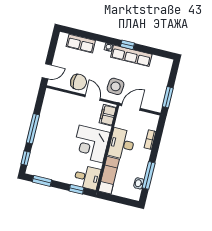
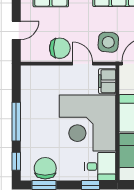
door: (47, 71) -> (16, 30), moved
corner desk: (91, 144) -> (88, 123), width x1.36, depth x1.36
chair: (46, 169) -> (45, 168), added

